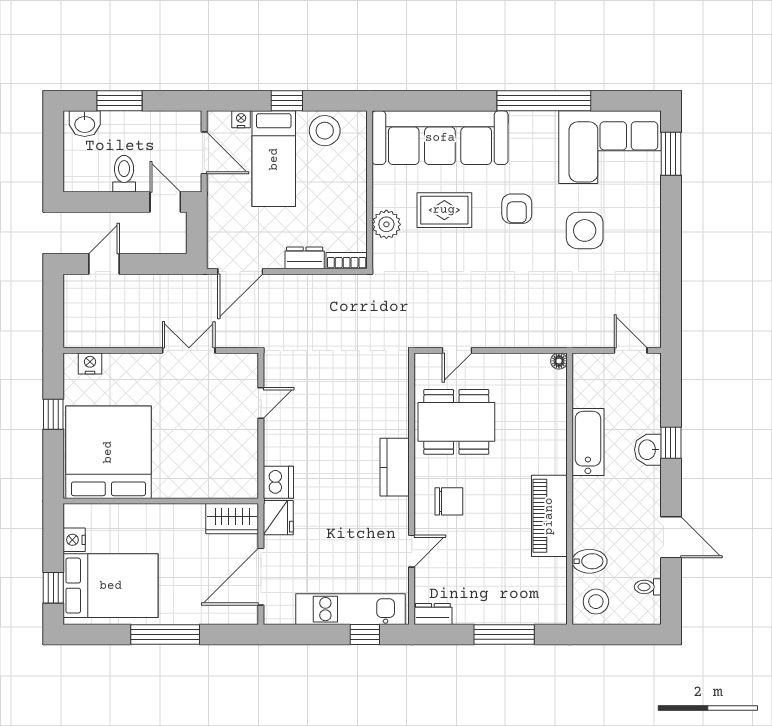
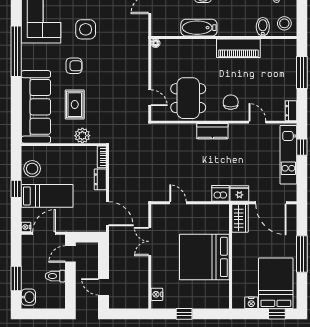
nightstand: (241, 119) -> (26, 227), moved
bed: (108, 452) -> (204, 257), moved

